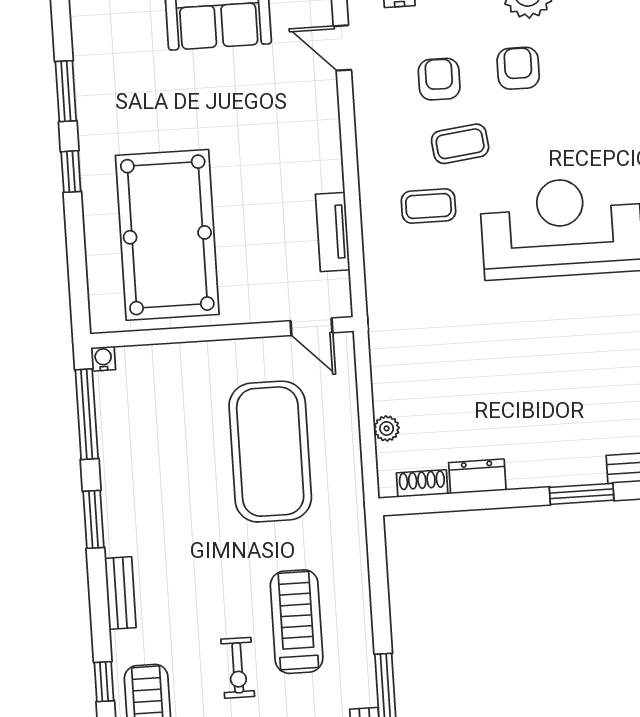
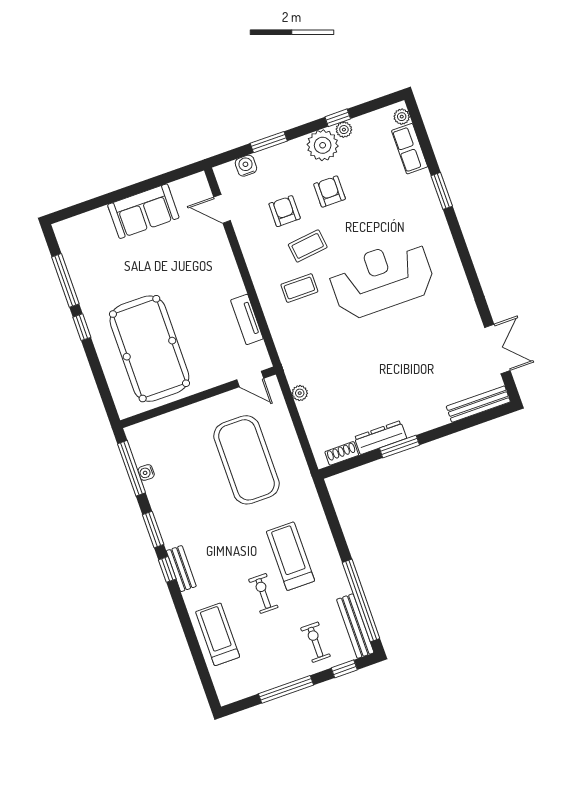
window: (66, 91) -> (65, 280), width x1.44
water cooler: (103, 359) -> (146, 472), moved, turned -90
plant: (387, 428) -> (300, 393), moved
dresser: (477, 476) -> (380, 438), width x1.44
window: (582, 494) -> (399, 447), moved
exercise bike: (238, 668) -> (263, 593), turned 180
window: (104, 682) -> (167, 569), moved

